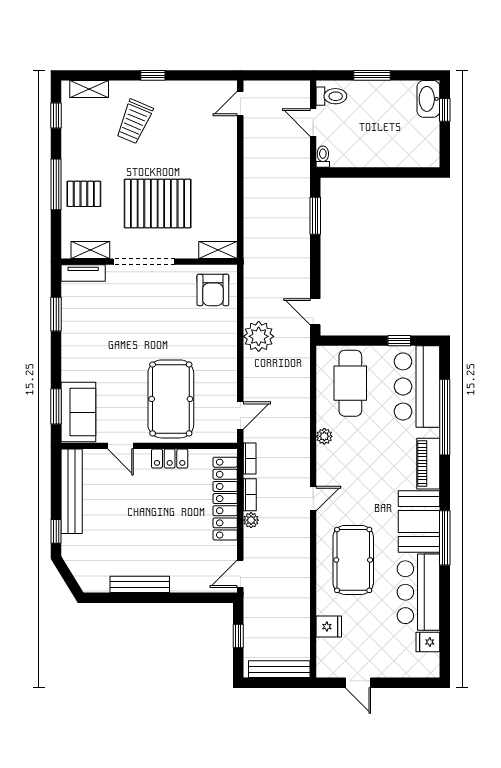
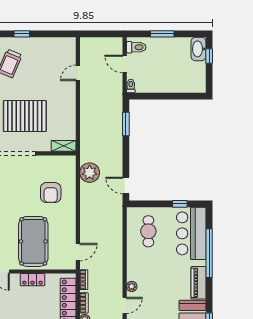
door: (240, 103) -> (78, 73), moved
armchair: (213, 290) -> (51, 193), moved
plant: (259, 336) -> (90, 173), moved
cafe table: (350, 383) -> (148, 231), width x0.73, depth x0.74
plant: (324, 436) -> (132, 286), moved

